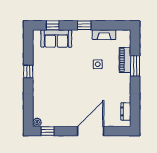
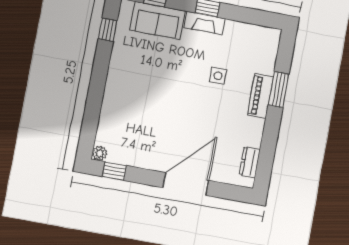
fireplace: (104, 35) -> (205, 23), moved
piano: (125, 60) -> (260, 96), moved
window: (28, 72) -> (108, 30), moved

